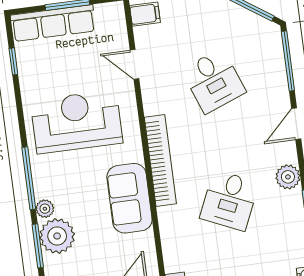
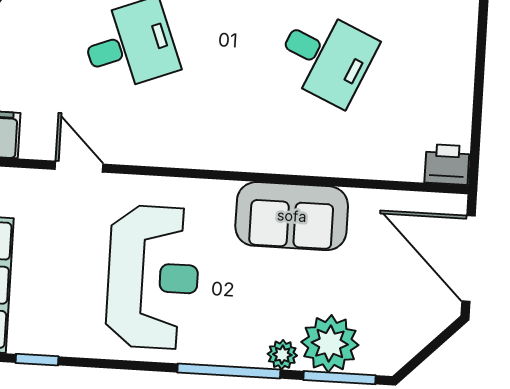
door: (135, 64) -> (79, 167), swing flipped
reception desk: (77, 122) -> (153, 277), turned 180
bookcase: (160, 161) -> (241, 155), removed

